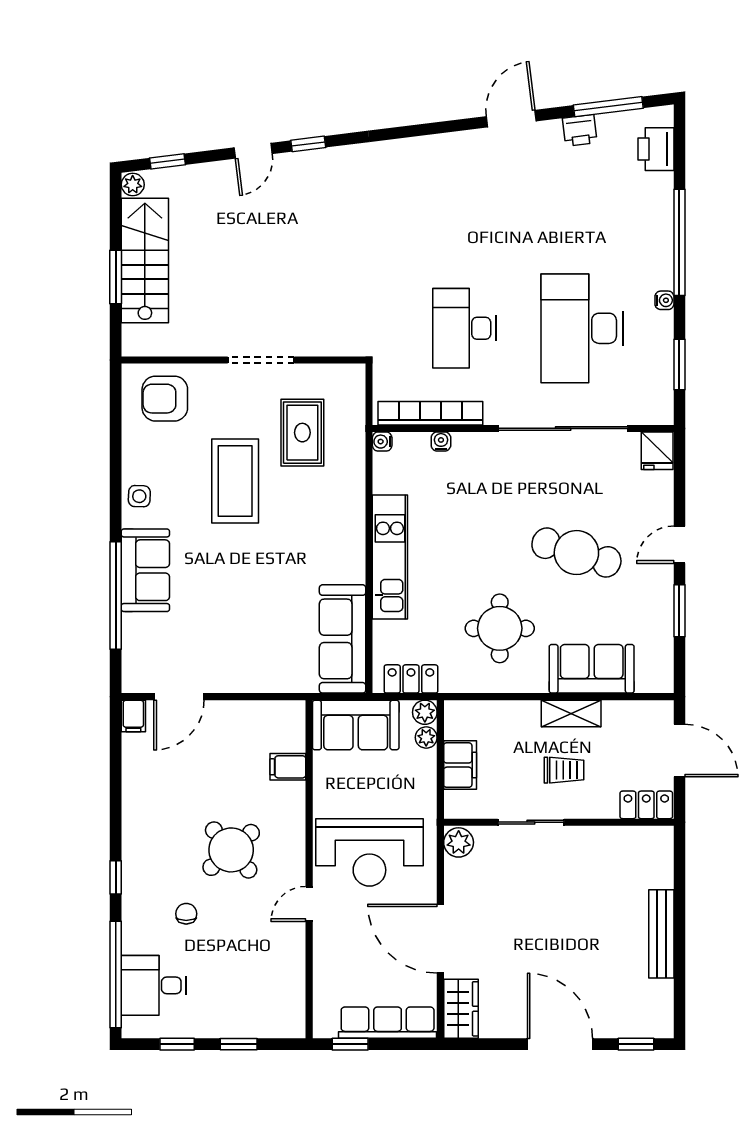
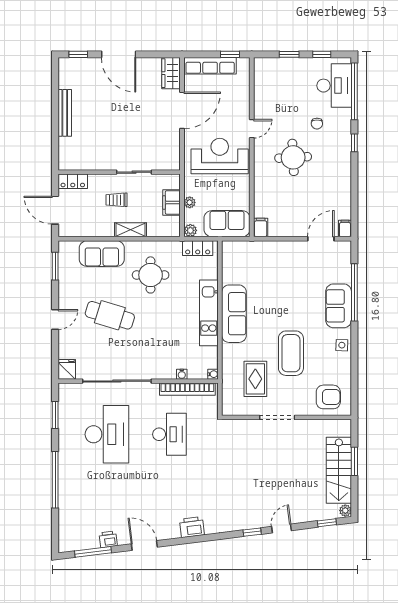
door: (511, 119) -> (144, 545), swing flipped
printer: (656, 149) -> (192, 527), moved, turned -97
water cooler: (664, 300) -> (63, 449), removed
window: (679, 611) -> (55, 266), moved
sofa: (343, 639) -> (234, 314), moved
shelving: (571, 713) -> (130, 230), moved
plant: (426, 737) -> (190, 202), moved
filing cabinet: (288, 767) -> (261, 227), moved, turned -90
plant: (459, 842) -> (172, 161), removed
round table: (231, 850) -> (293, 157), turned 38
door: (440, 939) -> (182, 110), hinge flipped
desk: (154, 985) -> (334, 86), width x1.37

